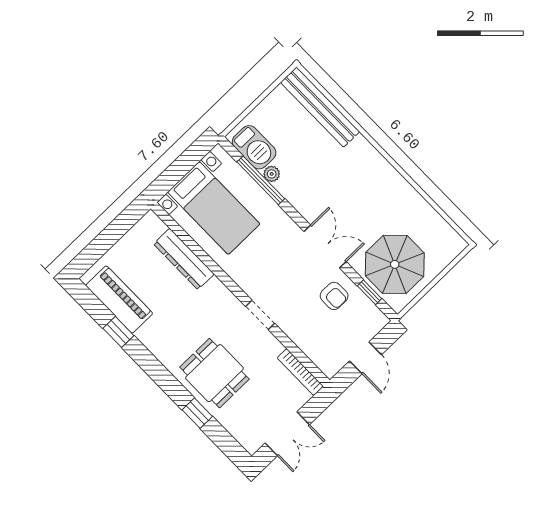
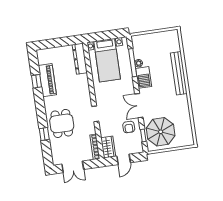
bench: (320, 107) -> (179, 73), moved
barbecue: (254, 147) -> (144, 77), moved
double door: (325, 247) -> (139, 106), swing flipped
dresser: (184, 259) -> (80, 59), moved
piano: (119, 299) -> (47, 80), moved
wardrobe: (324, 356) -> (108, 147), added

